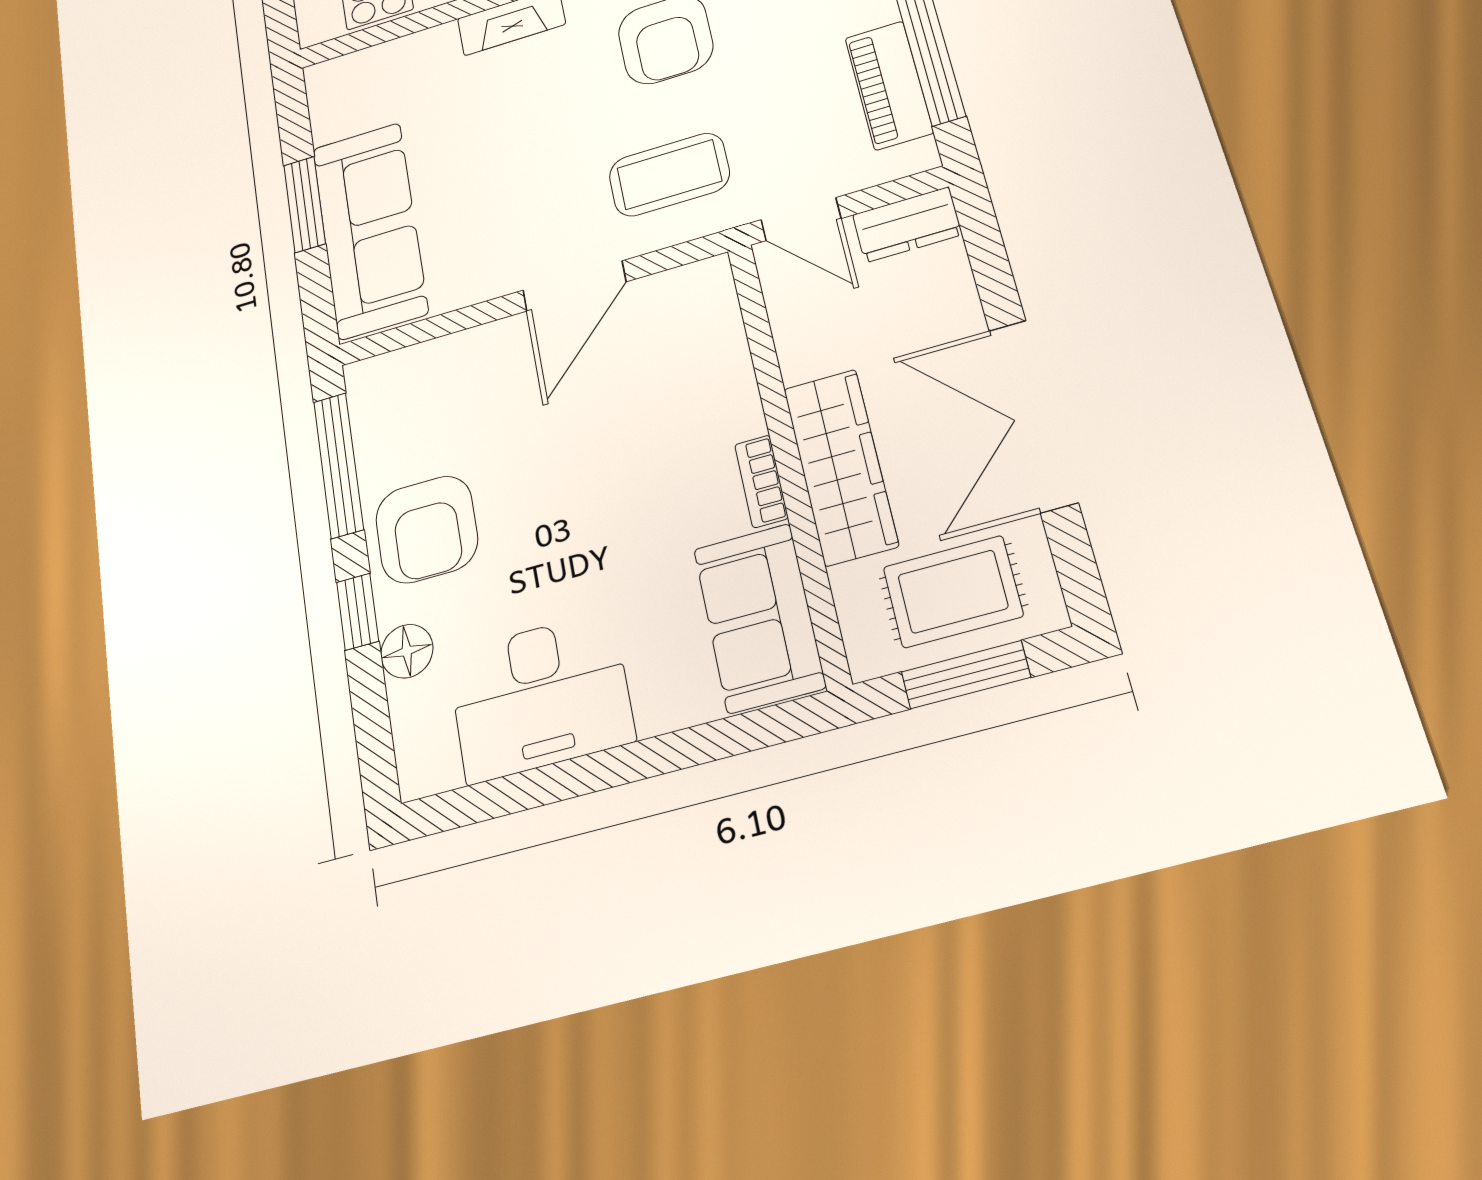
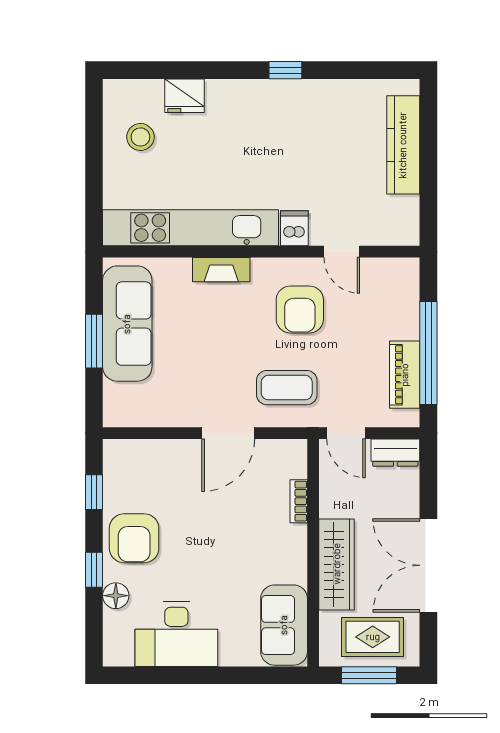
sofa: (370, 230) -> (127, 324), moved
window: (338, 465) -> (94, 492), width x0.46
bookcase: (761, 481) -> (299, 501), moved

